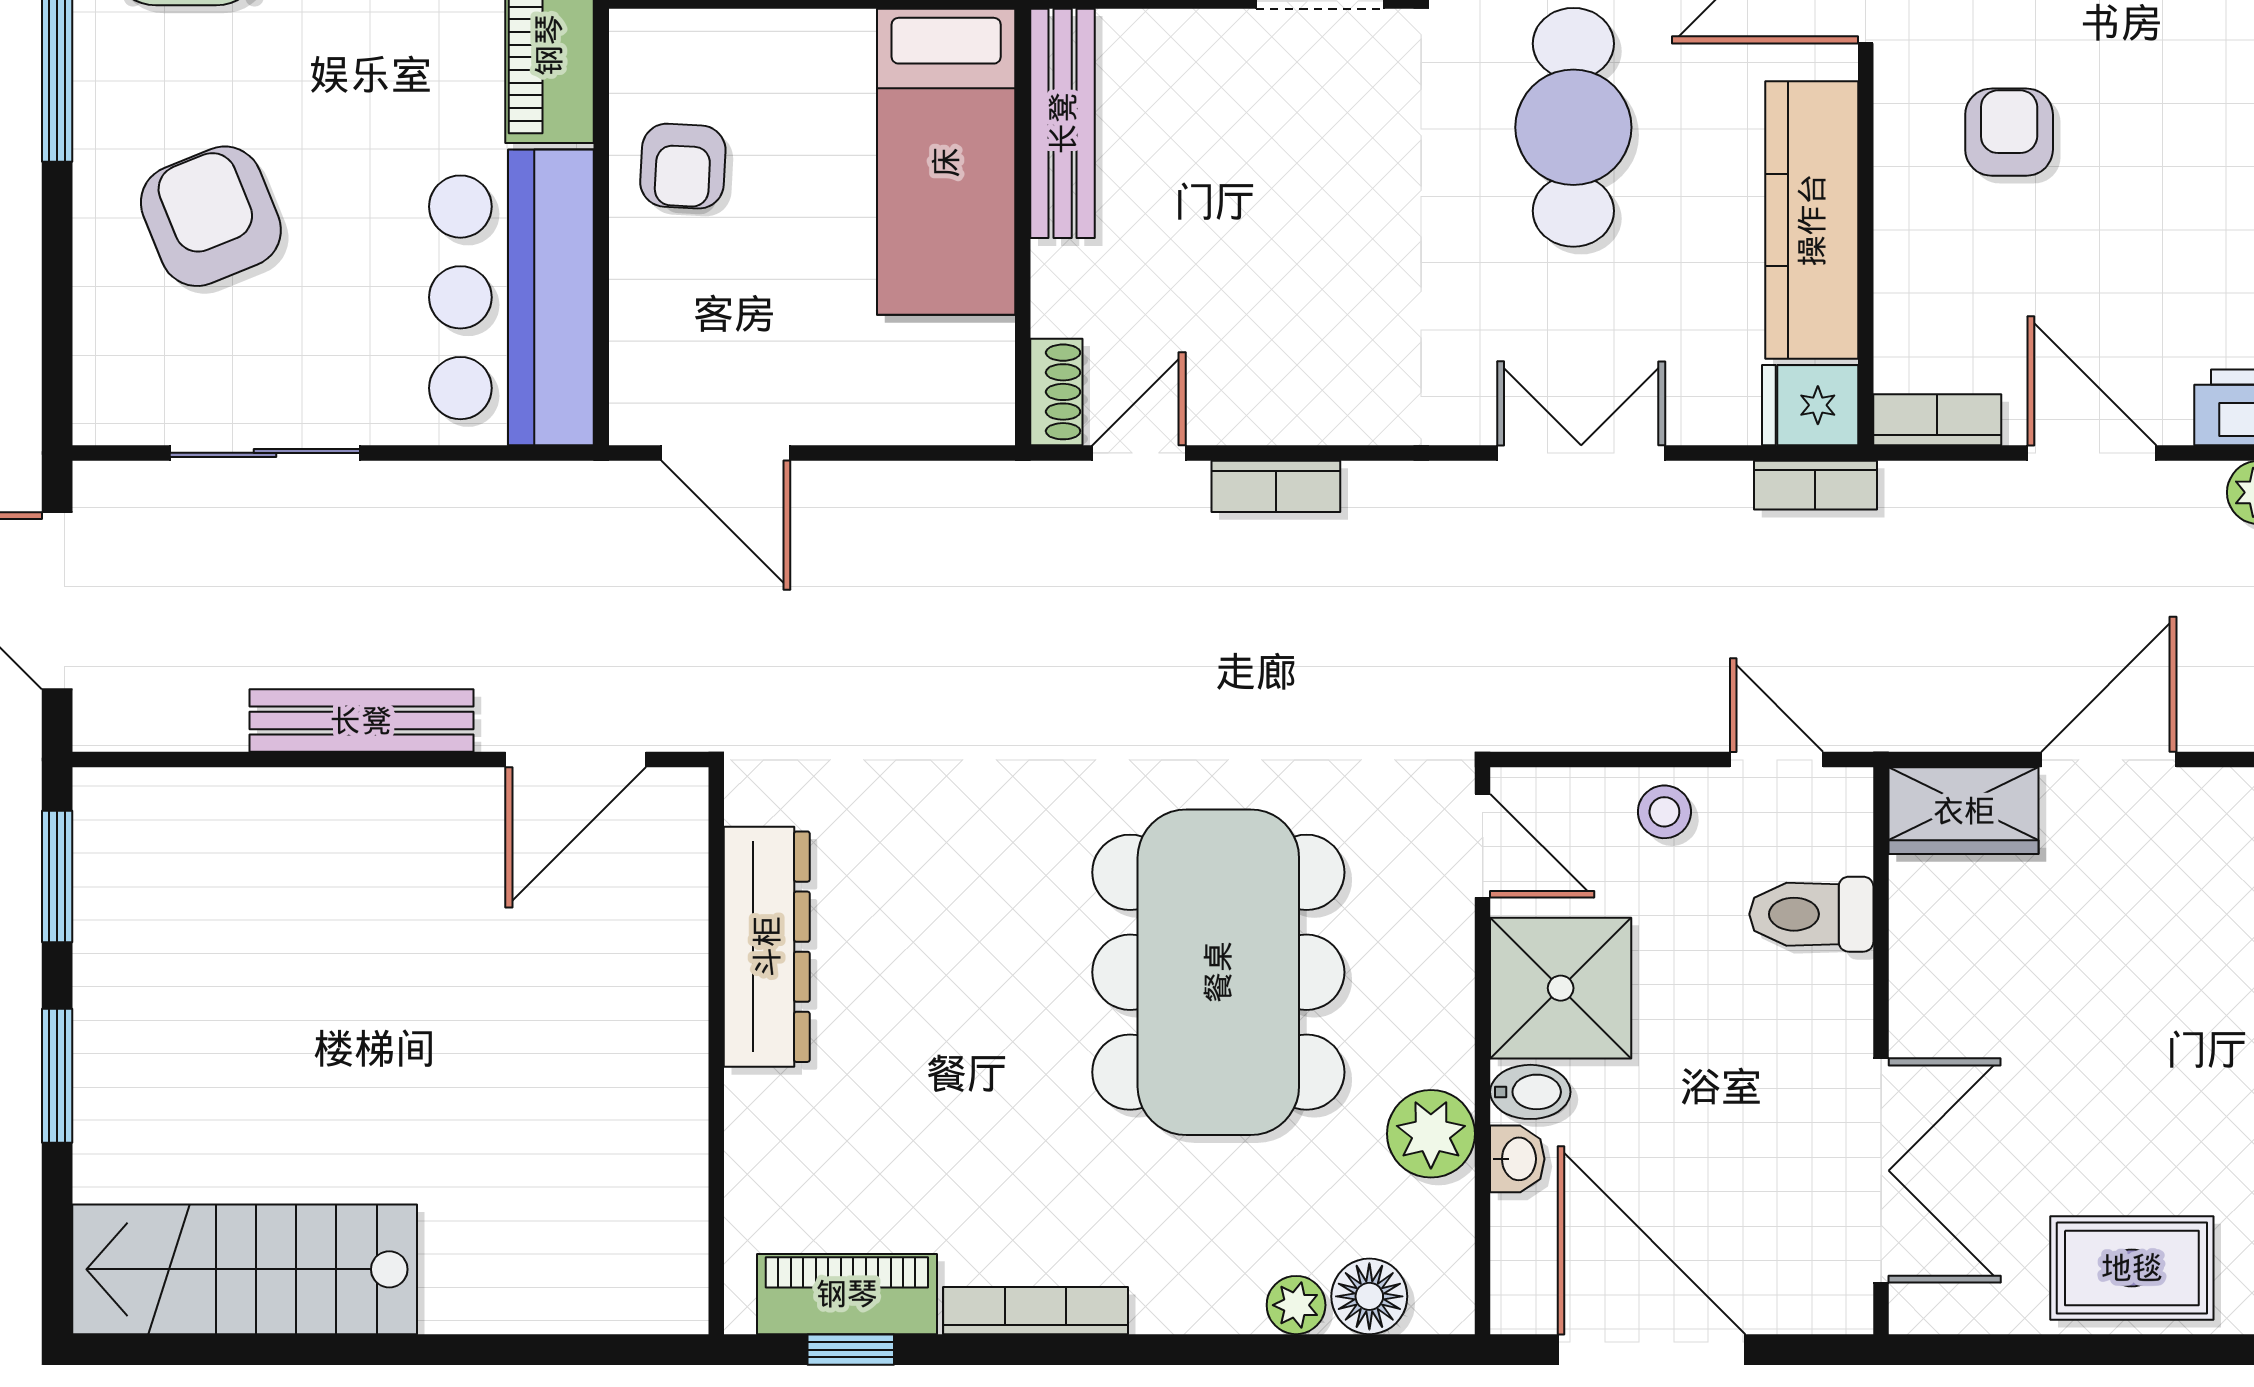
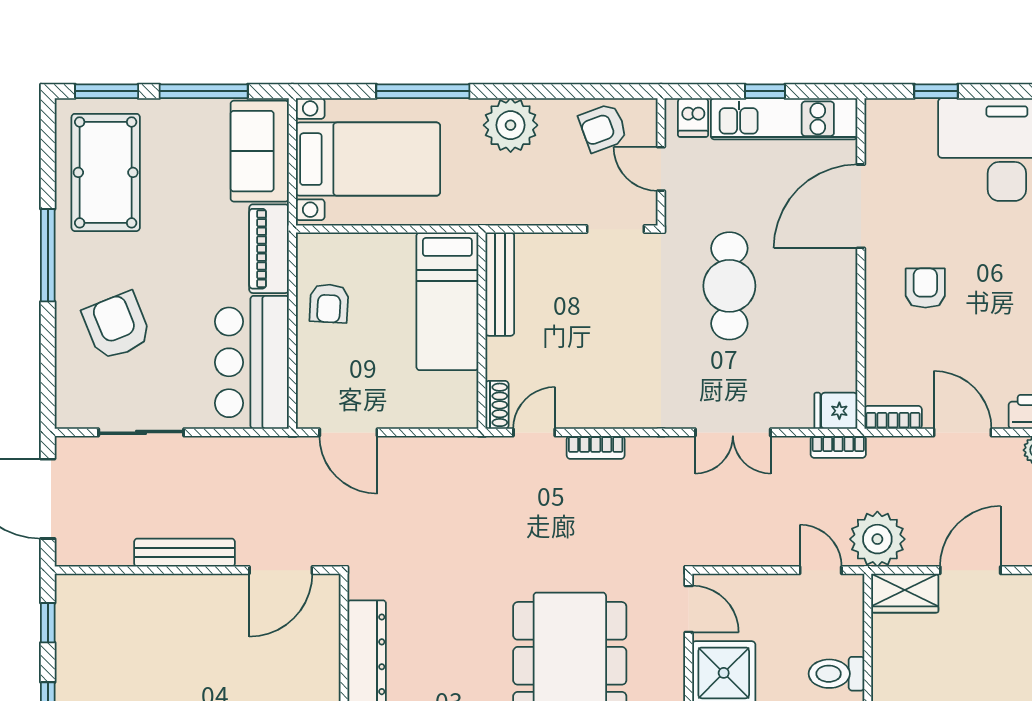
kitchen counter: (1812, 220) -> (837, 328), removed
double door: (1581, 453) -> (733, 432), swing flipped
plant: (1902, 690) -> (877, 539), added
stool: (1664, 812) -> (770, 594), removed
window: (57, 877) -> (48, 623), width x0.67
toilet: (1811, 914) -> (836, 674), moved

